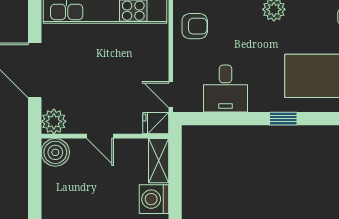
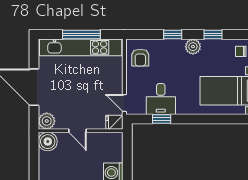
armchair: (195, 26) -> (140, 58), turned 90
window: (283, 119) -> (162, 119), moved
shelving: (159, 161) -> (116, 147), removed

